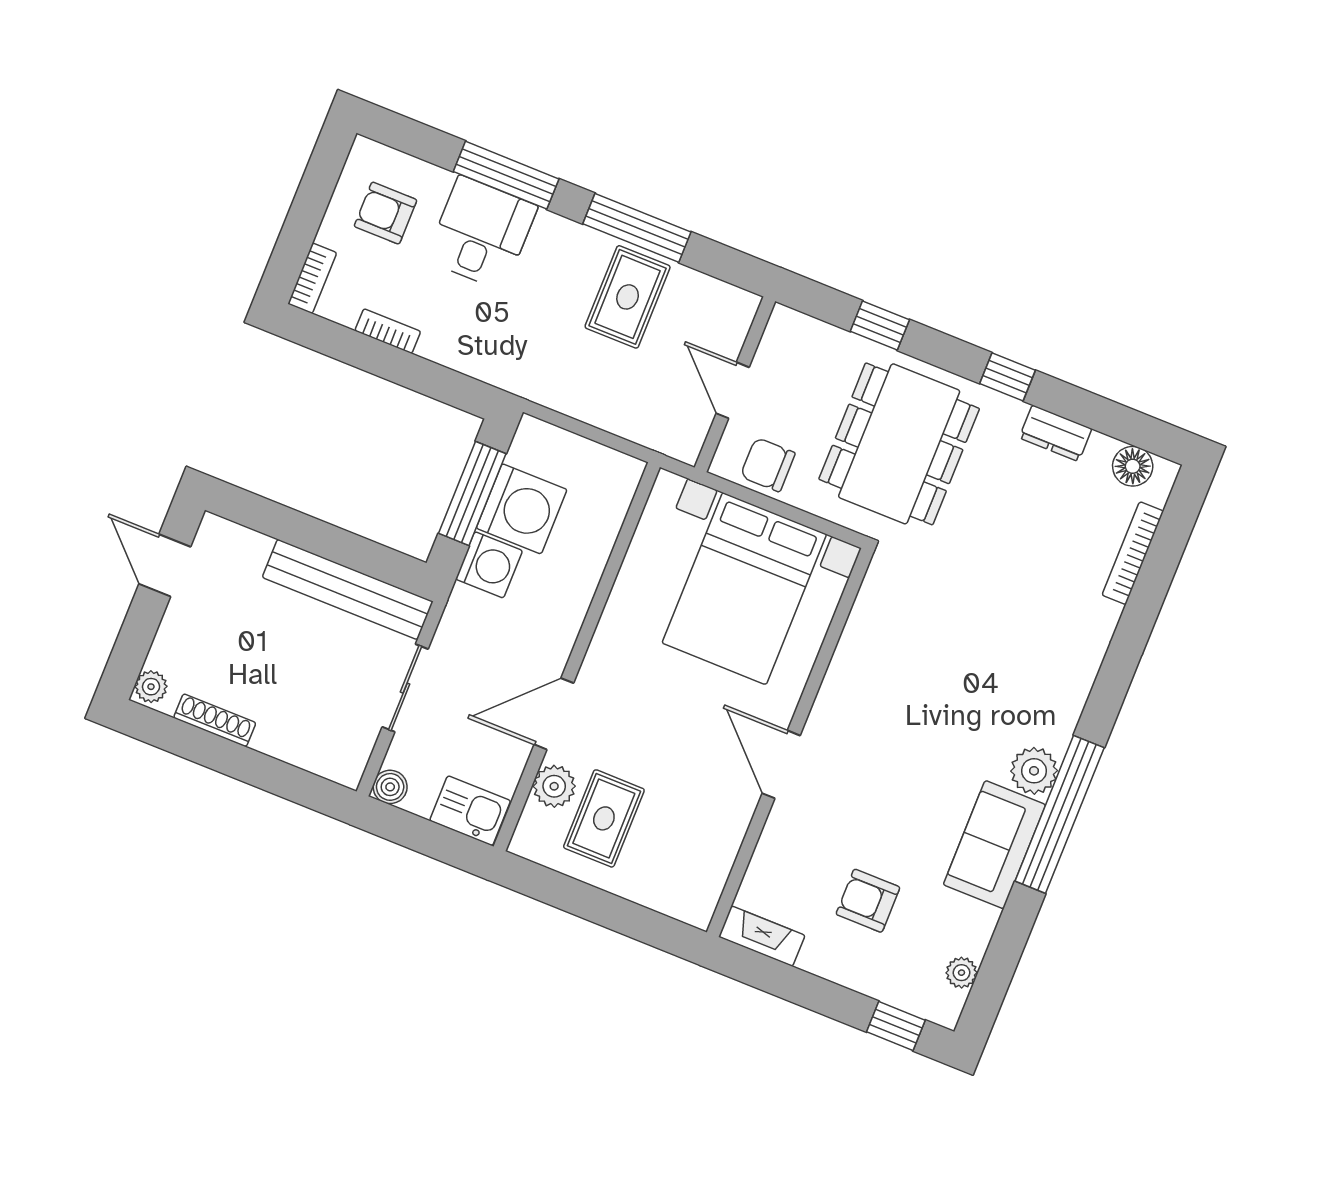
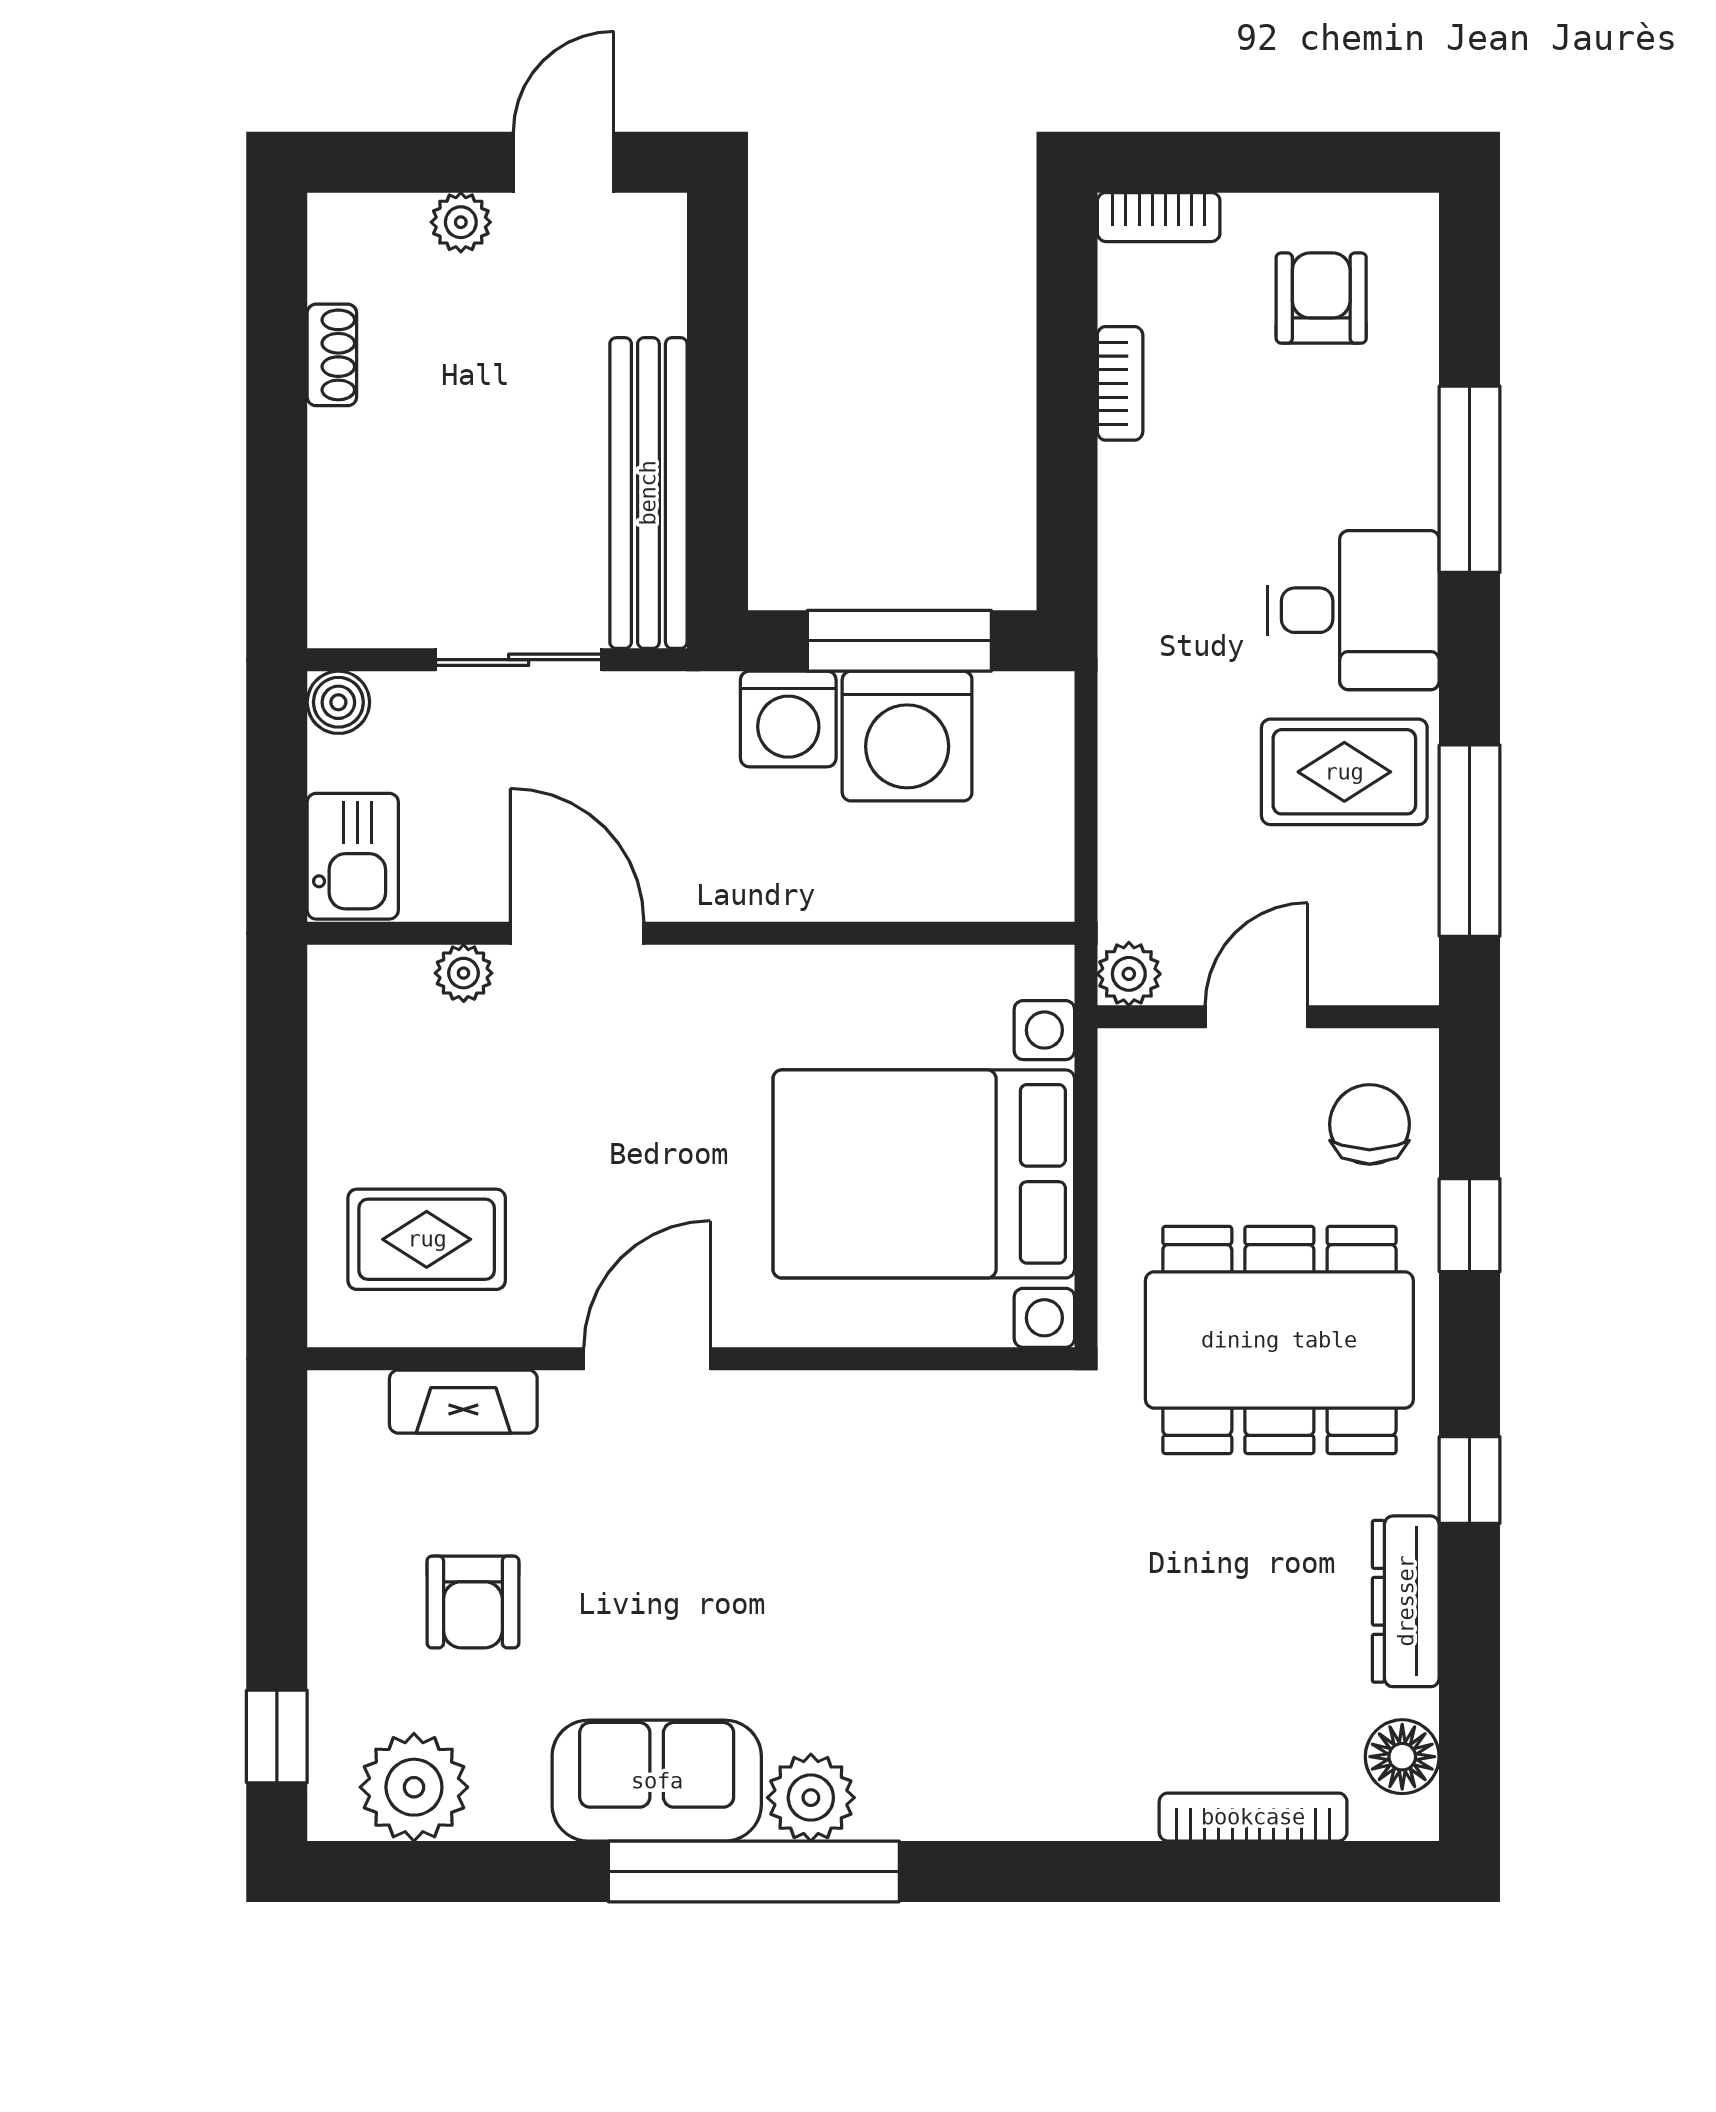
window: (637, 228) -> (1470, 841), moved
desk: (481, 233) -> (1353, 610), moved
dresser: (1056, 433) -> (1406, 1601), width x1.44
plant: (685, 446) -> (1129, 974), added
chair: (768, 465) -> (1370, 1124), moved
plant: (151, 687) -> (461, 222), moved
shoe rack: (215, 720) -> (332, 355), width x0.70
plant: (554, 786) -> (464, 973), width x0.73, depth x0.73
rug: (604, 818) -> (427, 1239), moved
armchair: (868, 901) -> (473, 1602), turned 180
fireplace: (762, 936) -> (463, 1402), moved, turned 90
plant: (961, 973) -> (414, 1787), width x1.88, depth x1.88

